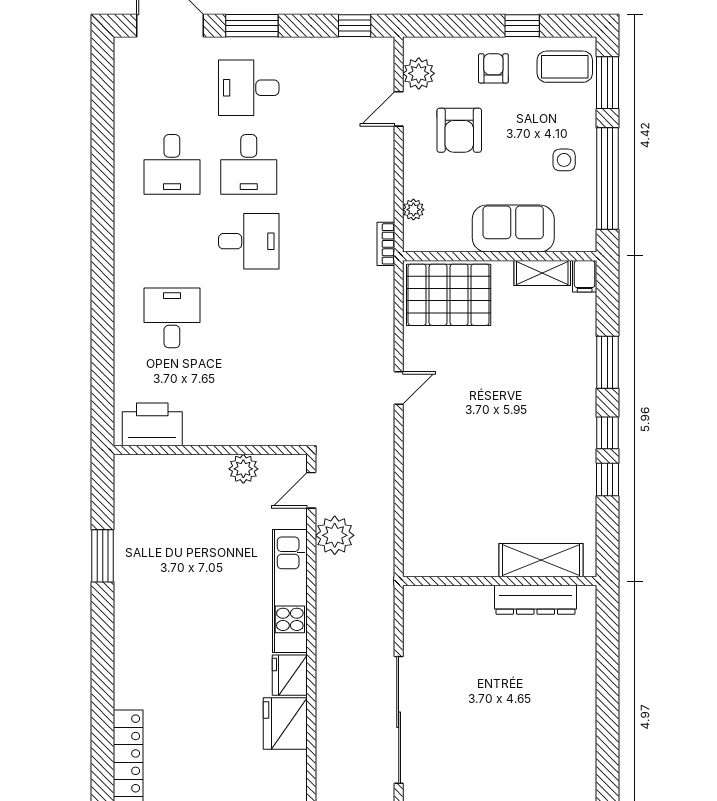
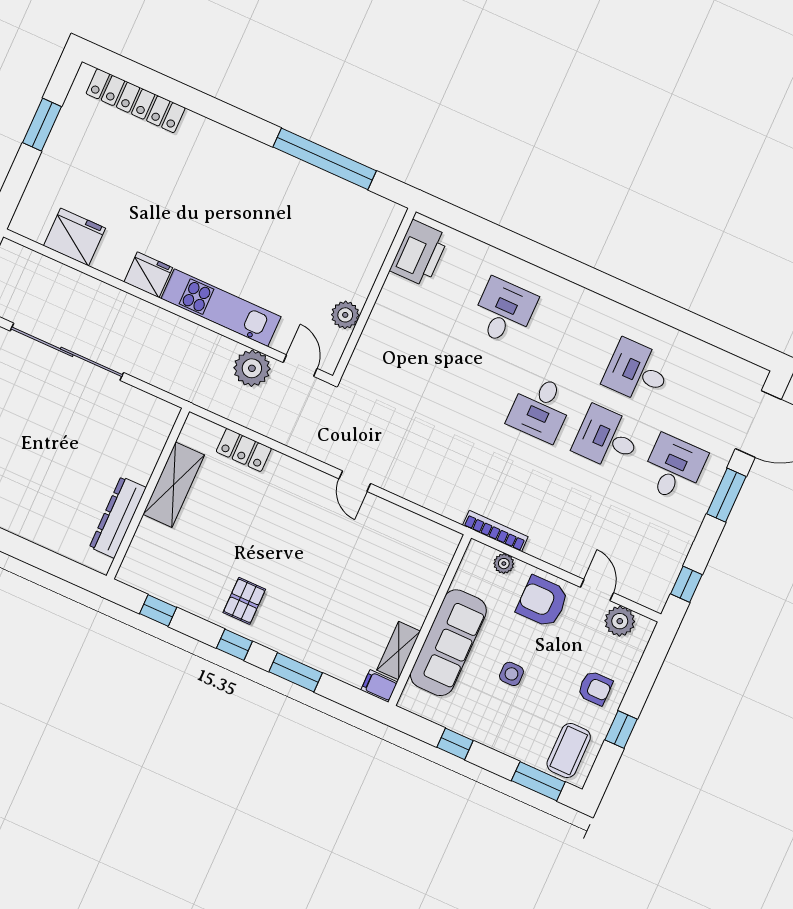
armchair: (459, 130) -> (542, 602), moved
side table: (564, 160) -> (511, 674), moved
window: (607, 179) -> (455, 744), width x0.32
sofa: (513, 229) -> (448, 643), width x1.36
bookcase: (386, 244) -> (495, 531), width x1.56
pallet: (449, 295) -> (244, 601), moved, width x0.49, depth x0.50
desk: (172, 318) -> (504, 312), turned -90
window: (607, 480) -> (158, 610), moved
locker: (417, 508) -> (244, 450), added
window: (103, 556) -> (325, 159), width x2.11
shelving: (541, 560) -> (174, 485), moved
fridge: (285, 723) -> (74, 237), moved

